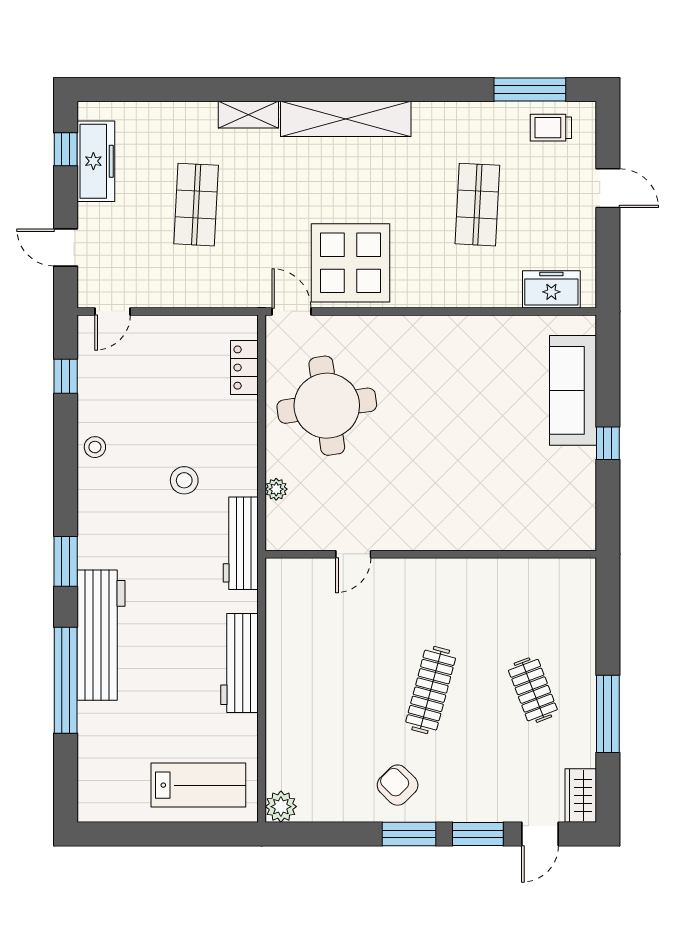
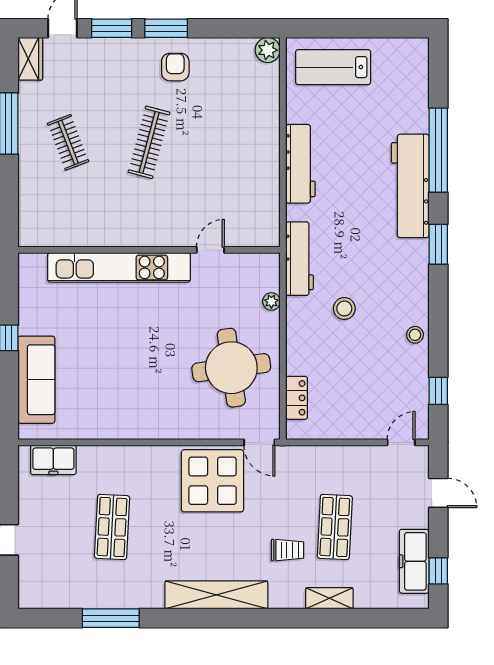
window: (530, 90) -> (111, 618), moved
shelving: (248, 115) -> (329, 598), moved
trolley: (551, 128) -> (287, 550), moved
kitchen unit: (469, 532) -> (119, 267), added
armchair: (398, 785) -> (175, 67), turned -135

